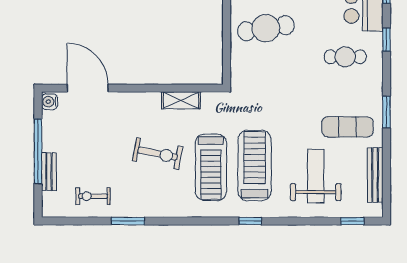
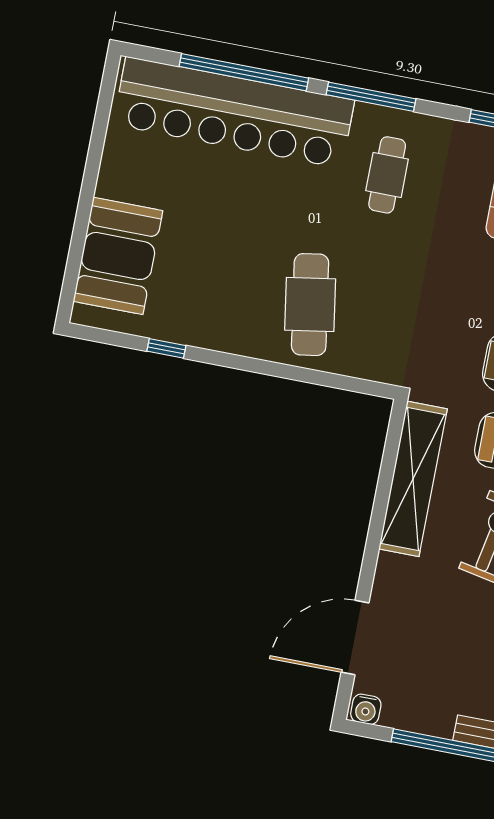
window: (386, 40) -> (371, 97), width x2.17
shelving: (181, 100) -> (413, 479), width x2.20, depth x1.33

